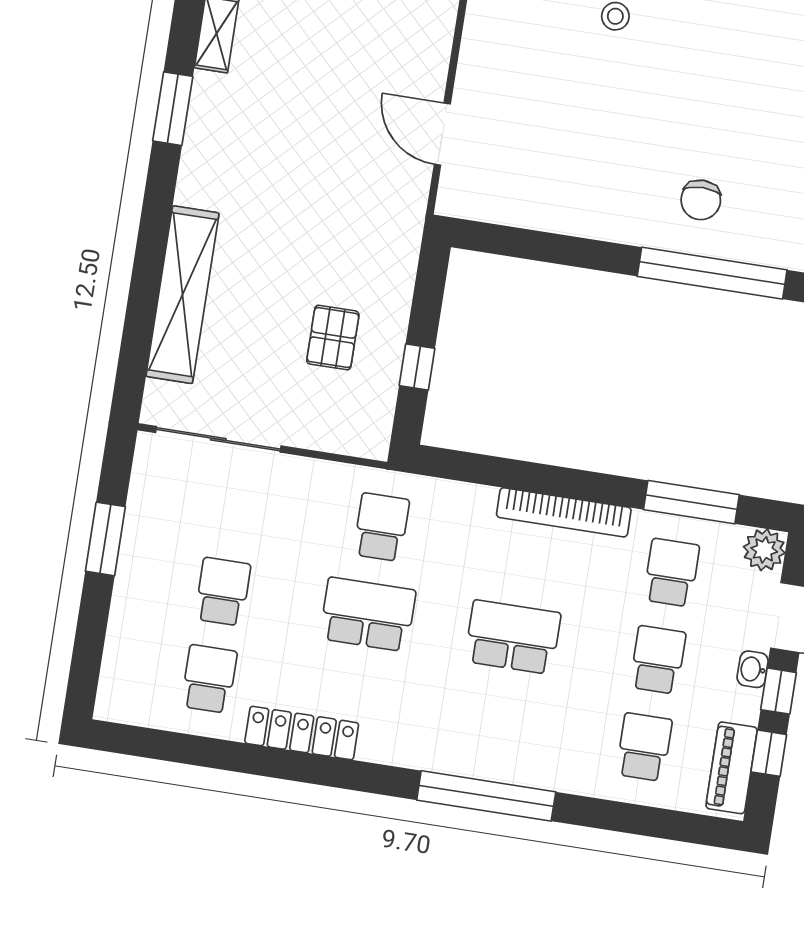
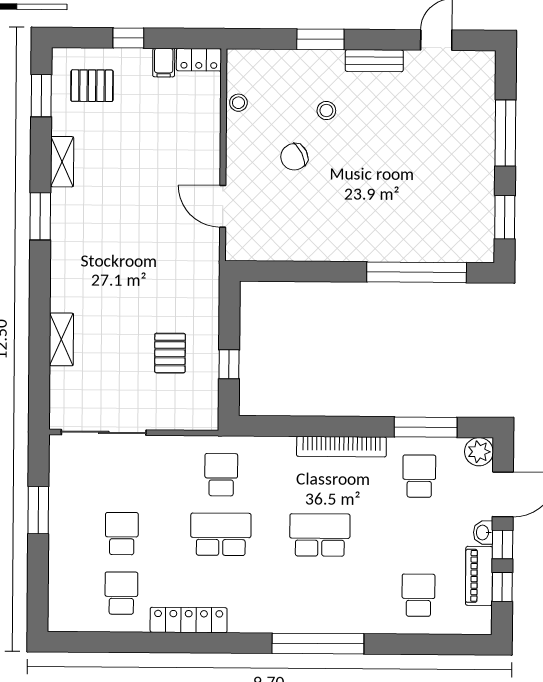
chair: (701, 200) -> (294, 157), moved, turned 63
shelving: (182, 295) -> (61, 339), width x0.45, depth x0.75
school desk: (658, 660) -> (419, 536), removed
piano: (732, 768) -> (479, 576), moved

